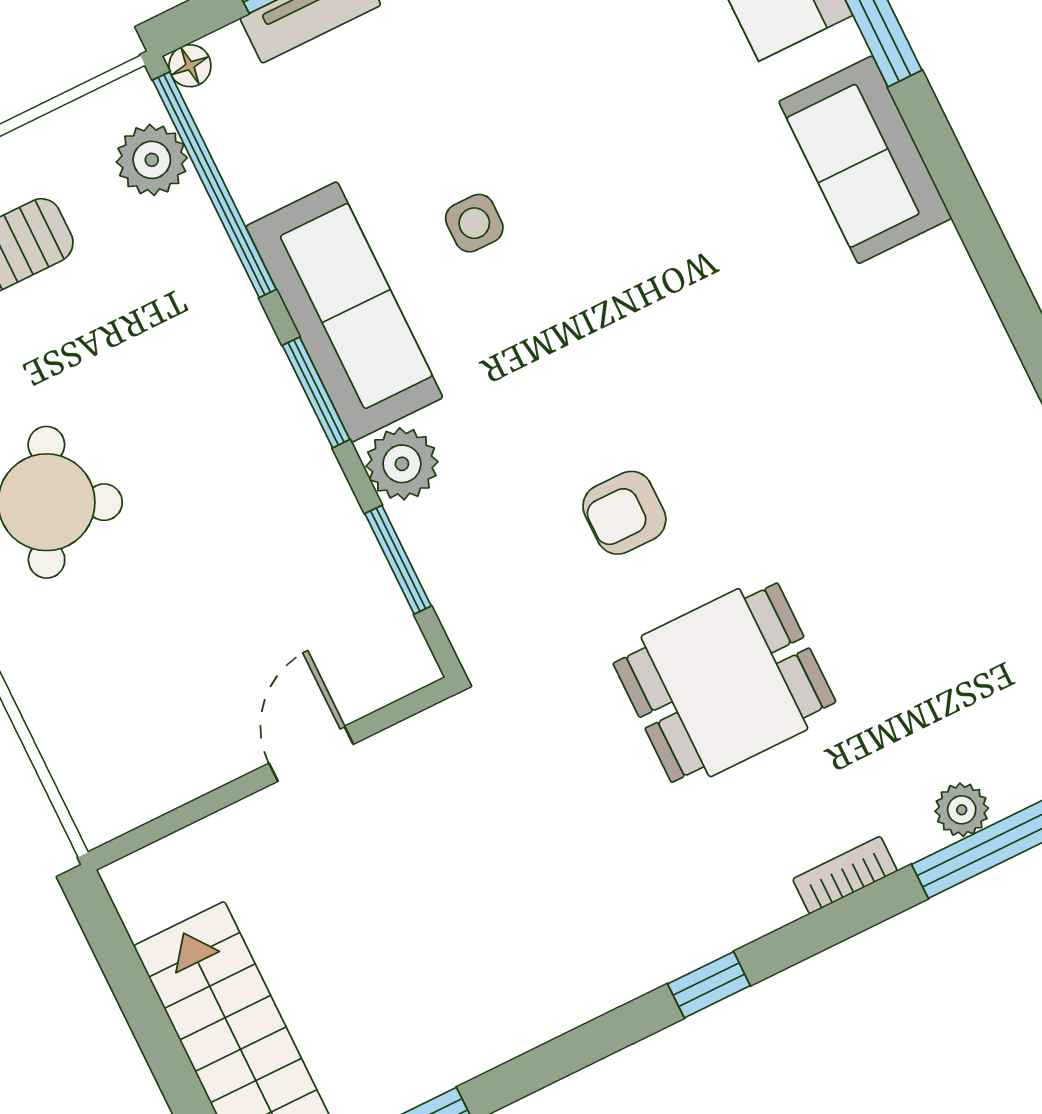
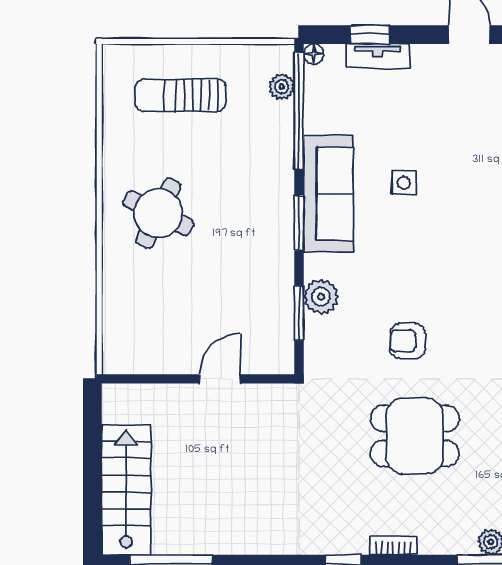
plant: (152, 160) -> (282, 87), width x0.73, depth x0.73
plant: (402, 464) -> (321, 297), moved
bookcase: (845, 875) -> (393, 545), moved

